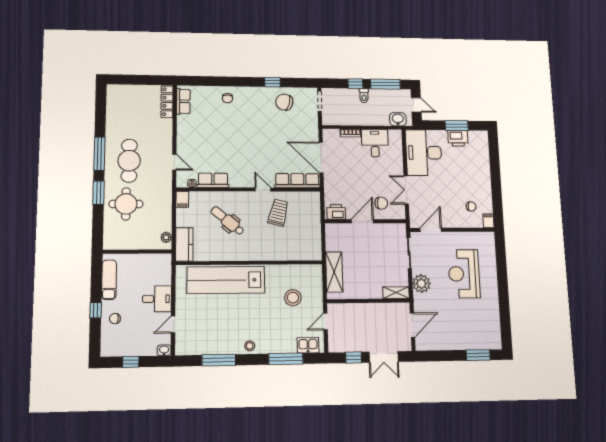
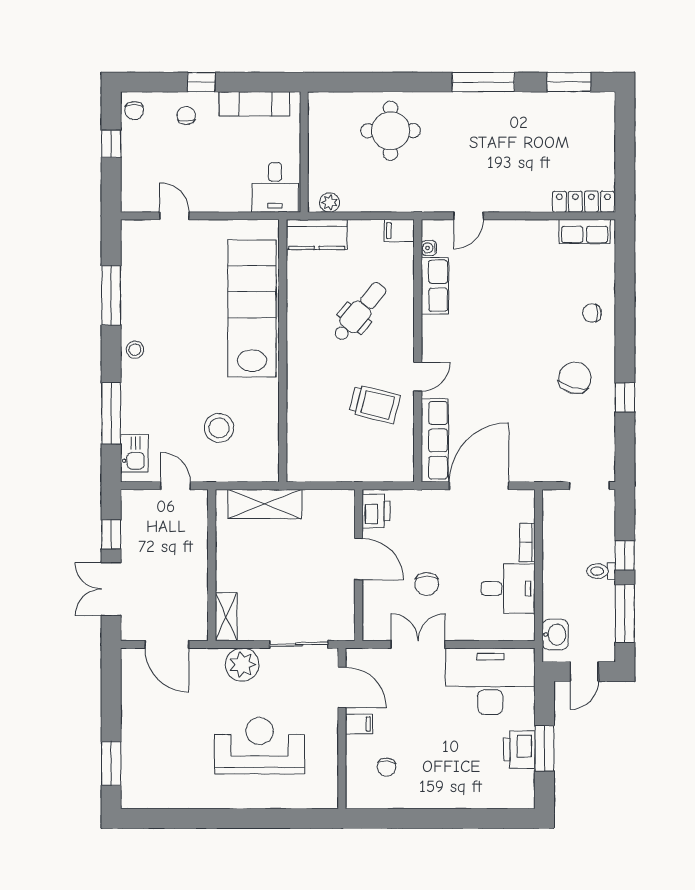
chair: (284, 102) -> (575, 378), moved
cafe table: (129, 161) -> (471, 135), removed
window: (99, 193) -> (569, 82), moved
chair: (381, 203) -> (427, 584), moved
filing cabinet: (488, 221) -> (359, 724), moved
desk: (157, 299) -> (275, 187), moved
chair: (111, 349) -> (134, 111), added
washbasin: (164, 350) -> (130, 201), removed

